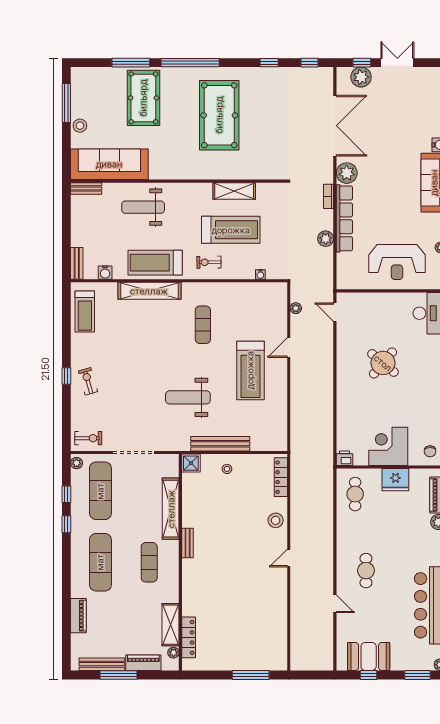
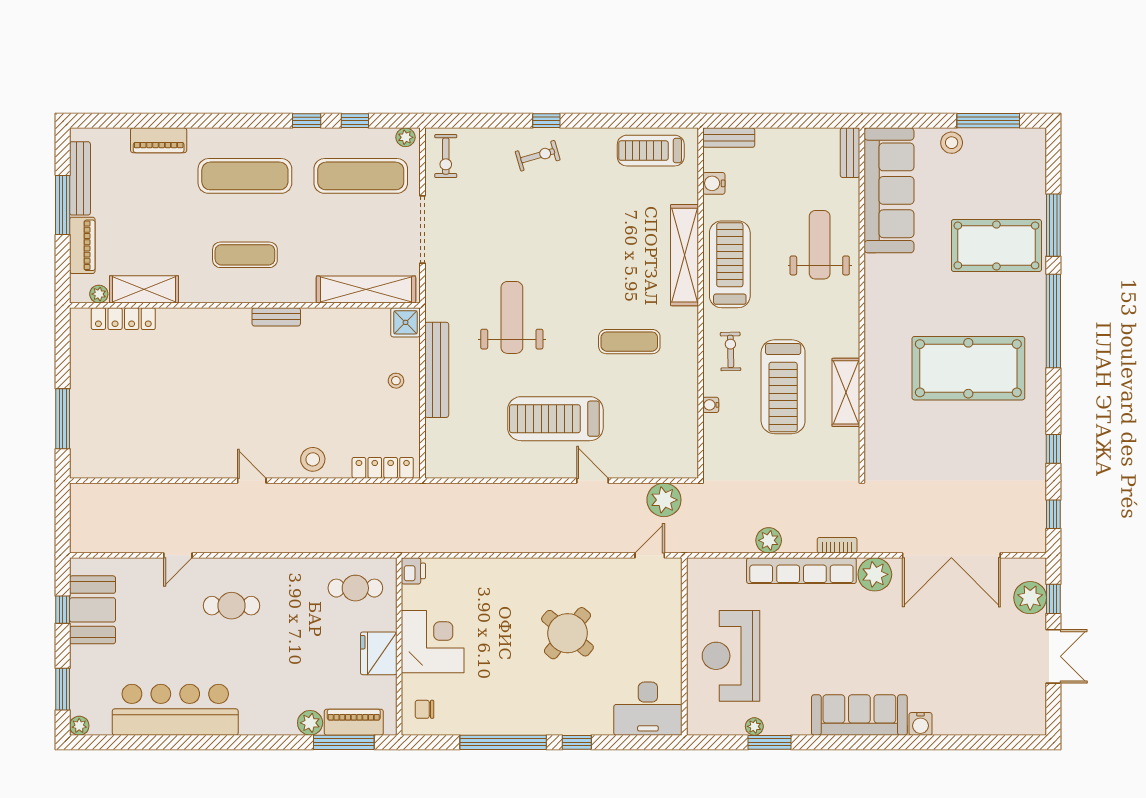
water cooler: (260, 274) -> (711, 405), moved
plant: (296, 308) -> (664, 500), width x1.87, depth x1.87
shelving: (171, 509) -> (366, 289), moved

